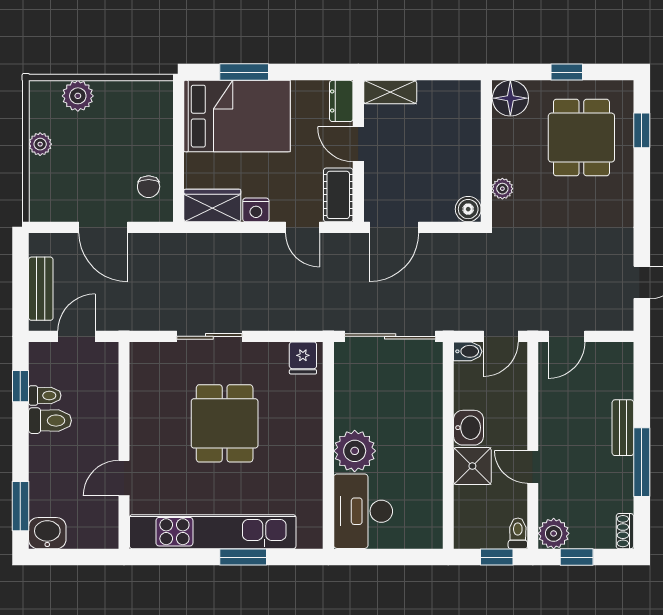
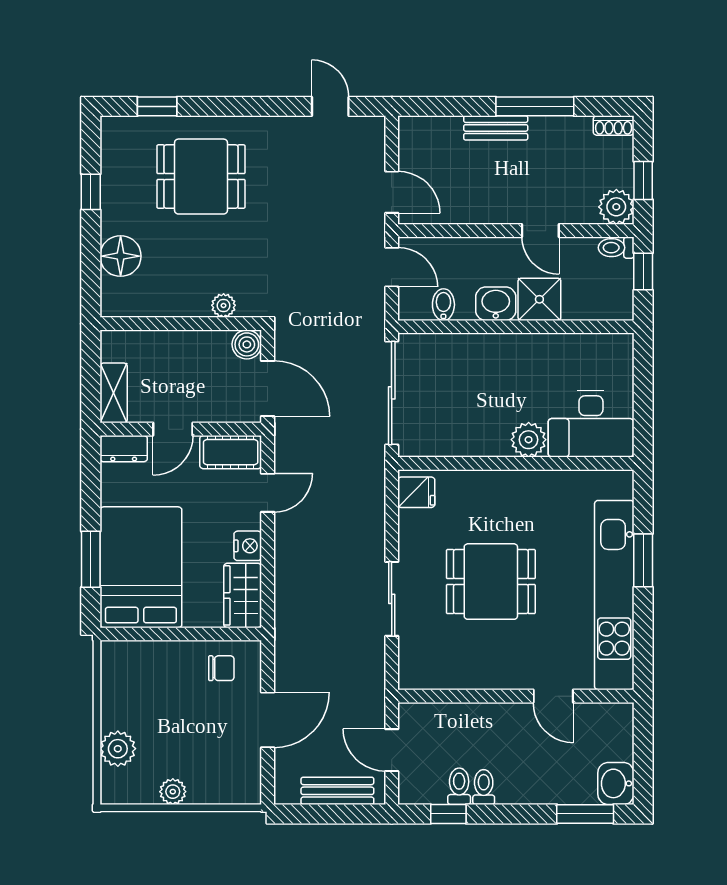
dining table: (581, 138) -> (201, 177), moved
wall: (486, 151) -> (181, 324), moved
plant: (502, 189) -> (224, 305), moved
boiler: (468, 209) -> (247, 344), moved
bidet: (468, 351) -> (443, 305), moved
toilet: (50, 421) -> (484, 787), width x0.73, depth x0.72
plant: (355, 451) -> (529, 440), width x0.73, depth x0.73
door: (533, 467) -> (540, 231), hinge flipped

